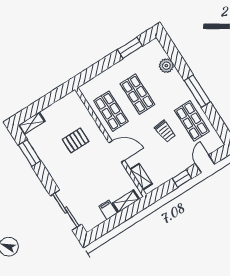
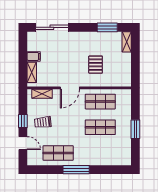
window: (130, 48) -> (135, 129), moved
plant: (166, 66) -> (107, 160), removed
trolley: (165, 131) -> (43, 122), moved

